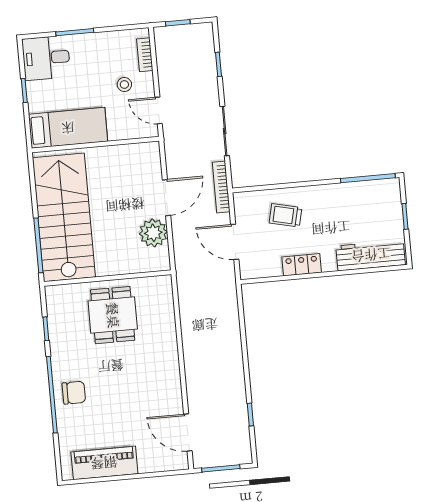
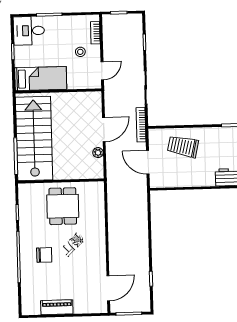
door: (159, 110) -> (102, 71), swing flipped
trolley: (285, 215) -> (183, 146), width x1.36, depth x1.39
plant: (153, 233) -> (98, 153), width x0.53, depth x0.53
locker: (302, 265) -> (192, 180), removed
chair: (74, 393) -> (44, 255), moved
door: (188, 432) -> (108, 288), swing flipped
piano: (104, 463) -> (57, 307), width x0.73, depth x0.75

